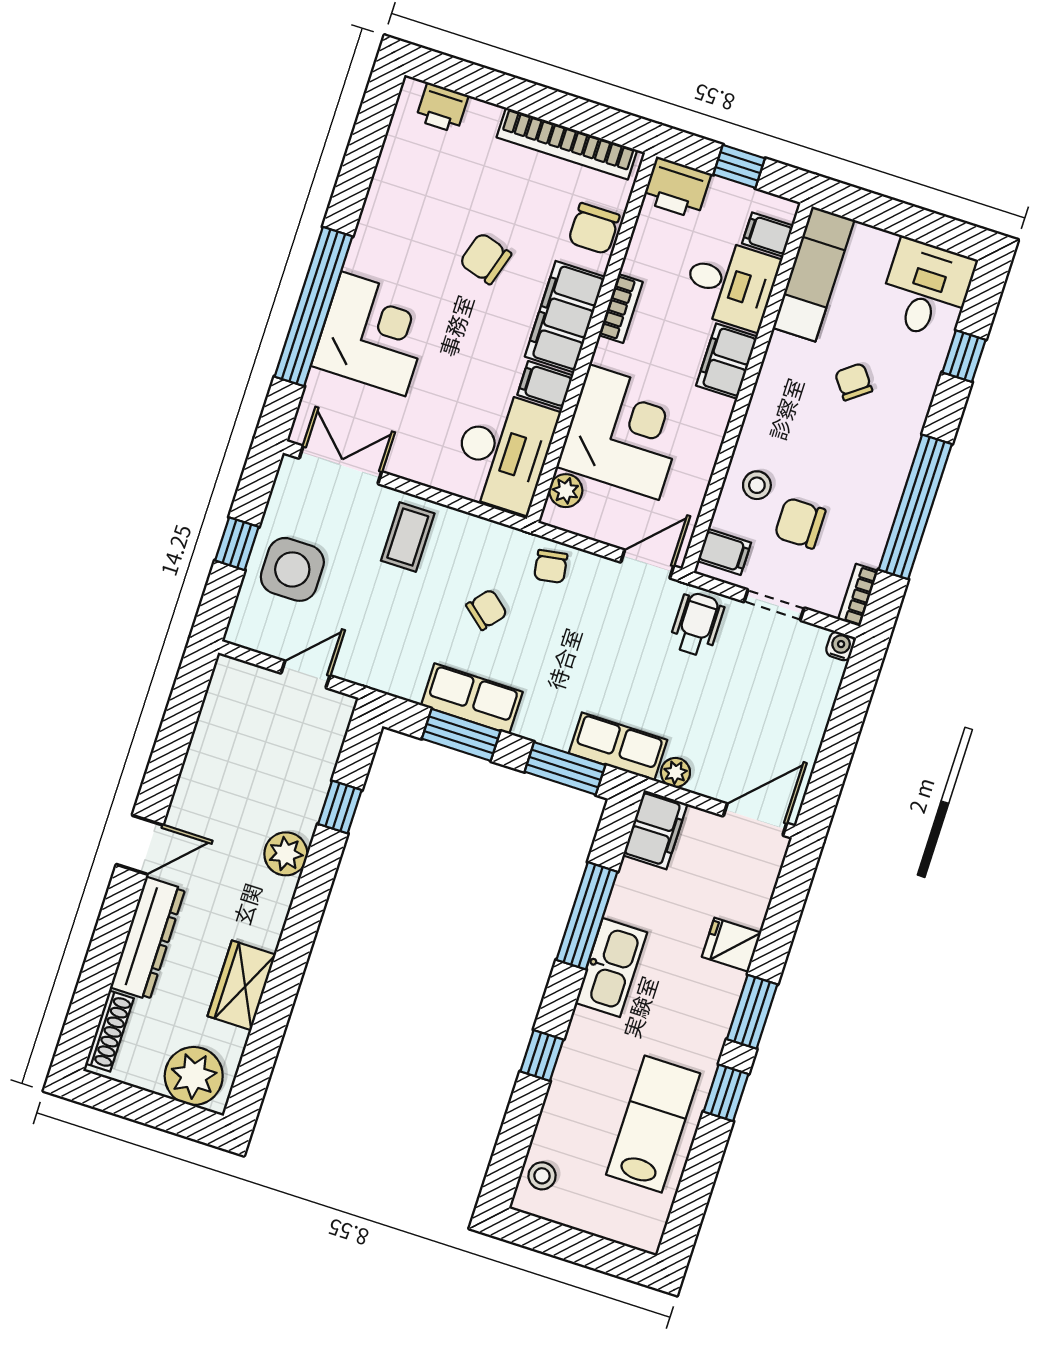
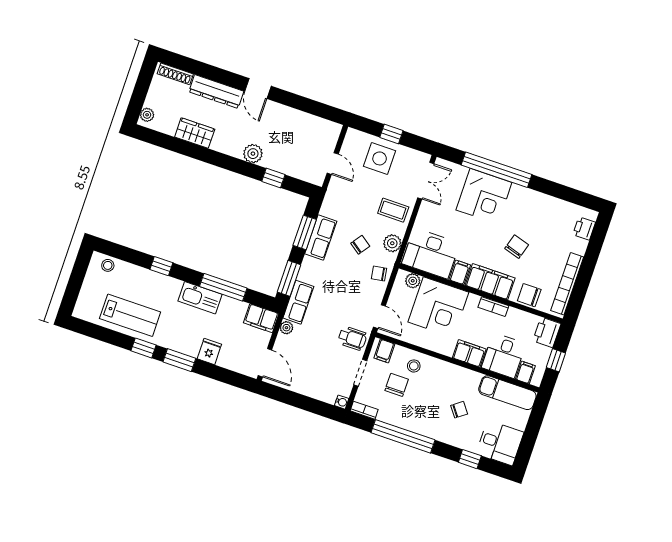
plant: (482, 538) -> (392, 243), added
chair: (487, 610) -> (360, 245), turned -94
plant: (194, 1076) -> (147, 115), width x0.53, depth x0.53

